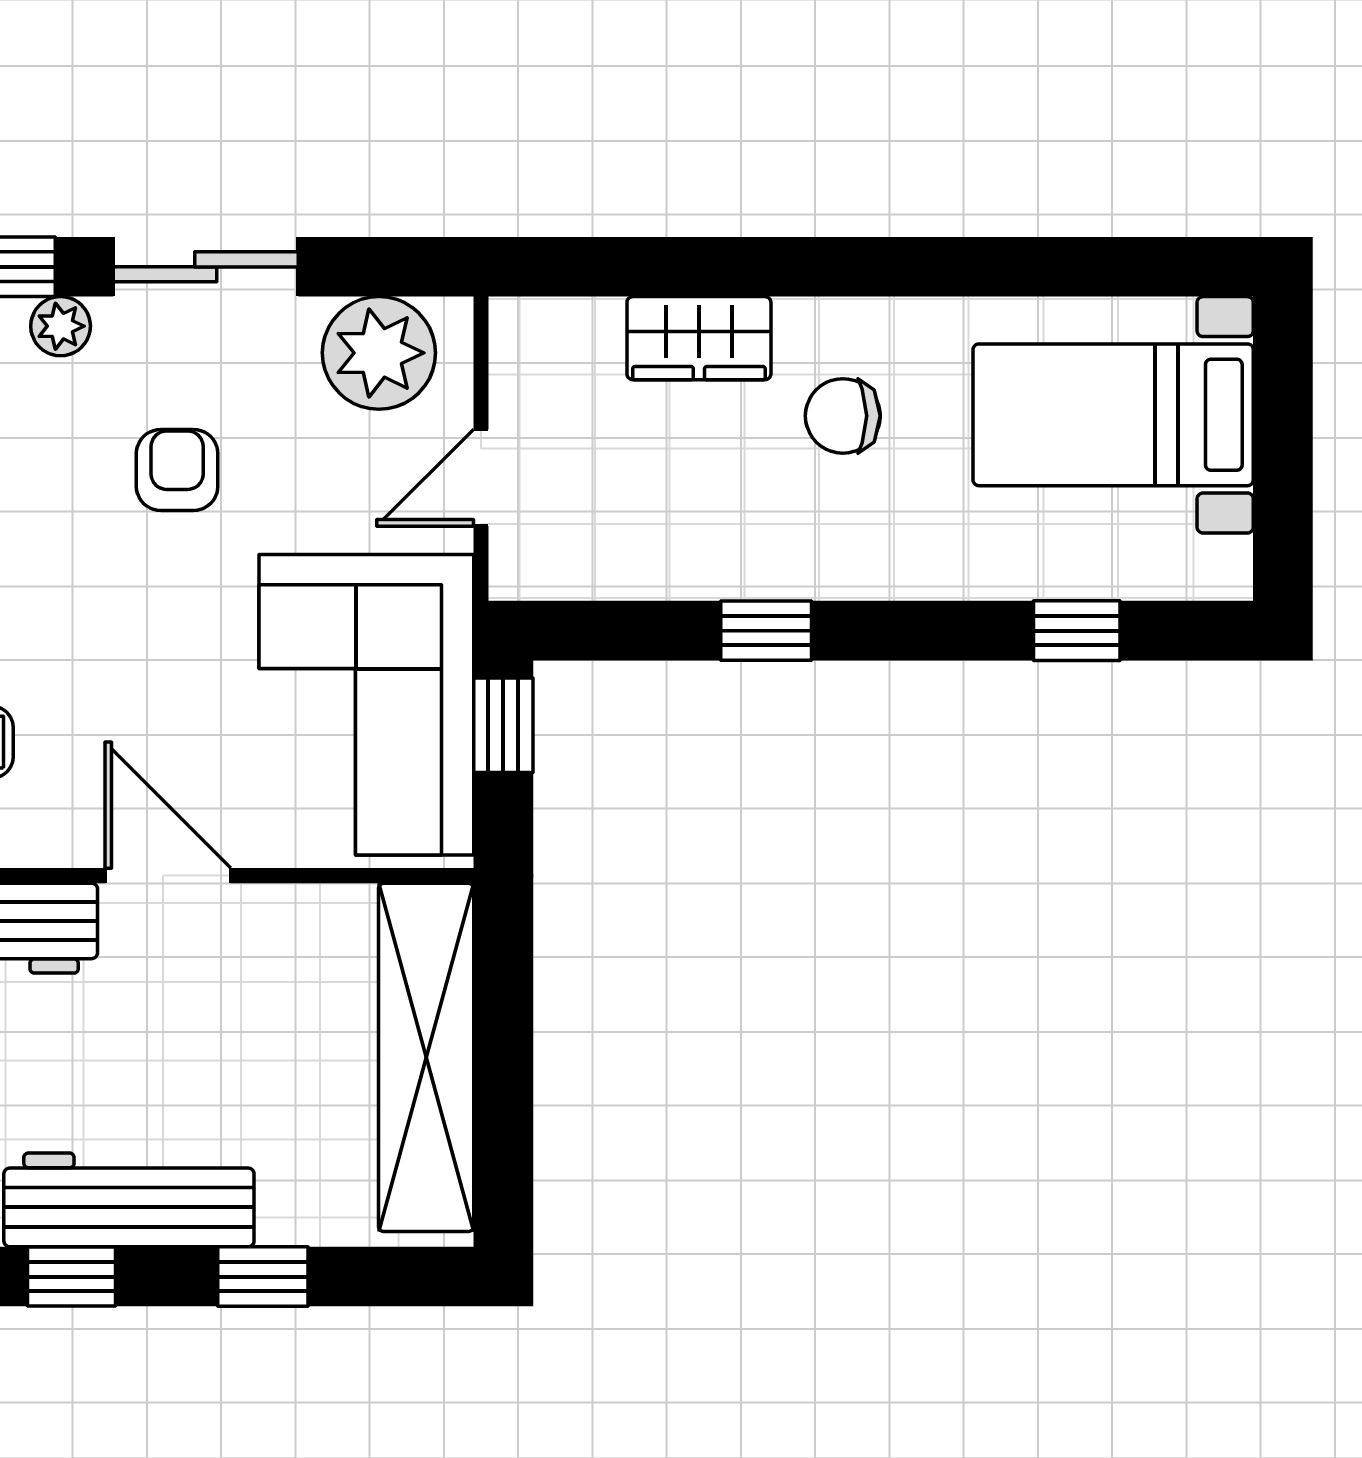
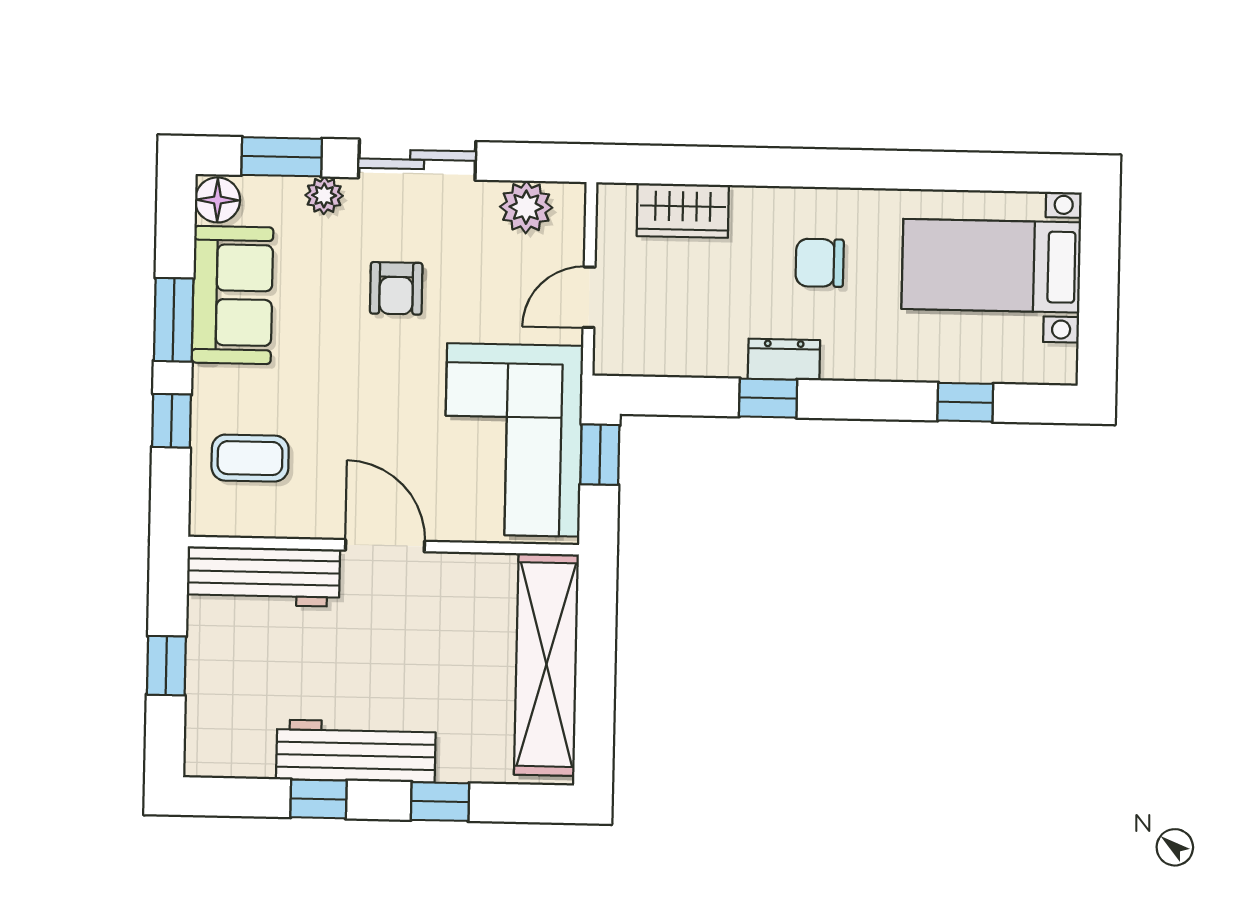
wardrobe: (699, 338) -> (683, 211), moved
plant: (379, 353) -> (526, 207), width x0.73, depth x0.73
armchair: (177, 470) -> (396, 288), turned 180
dresser: (790, 569) -> (784, 359), added

